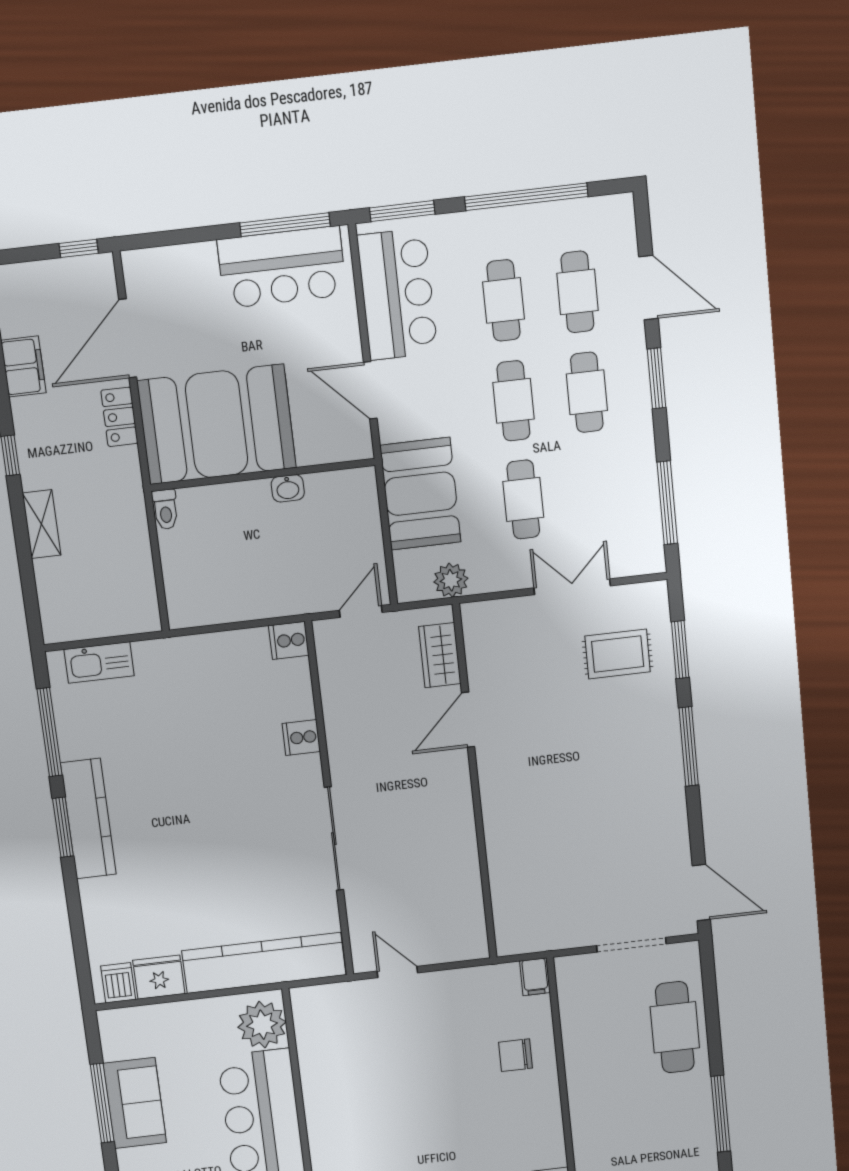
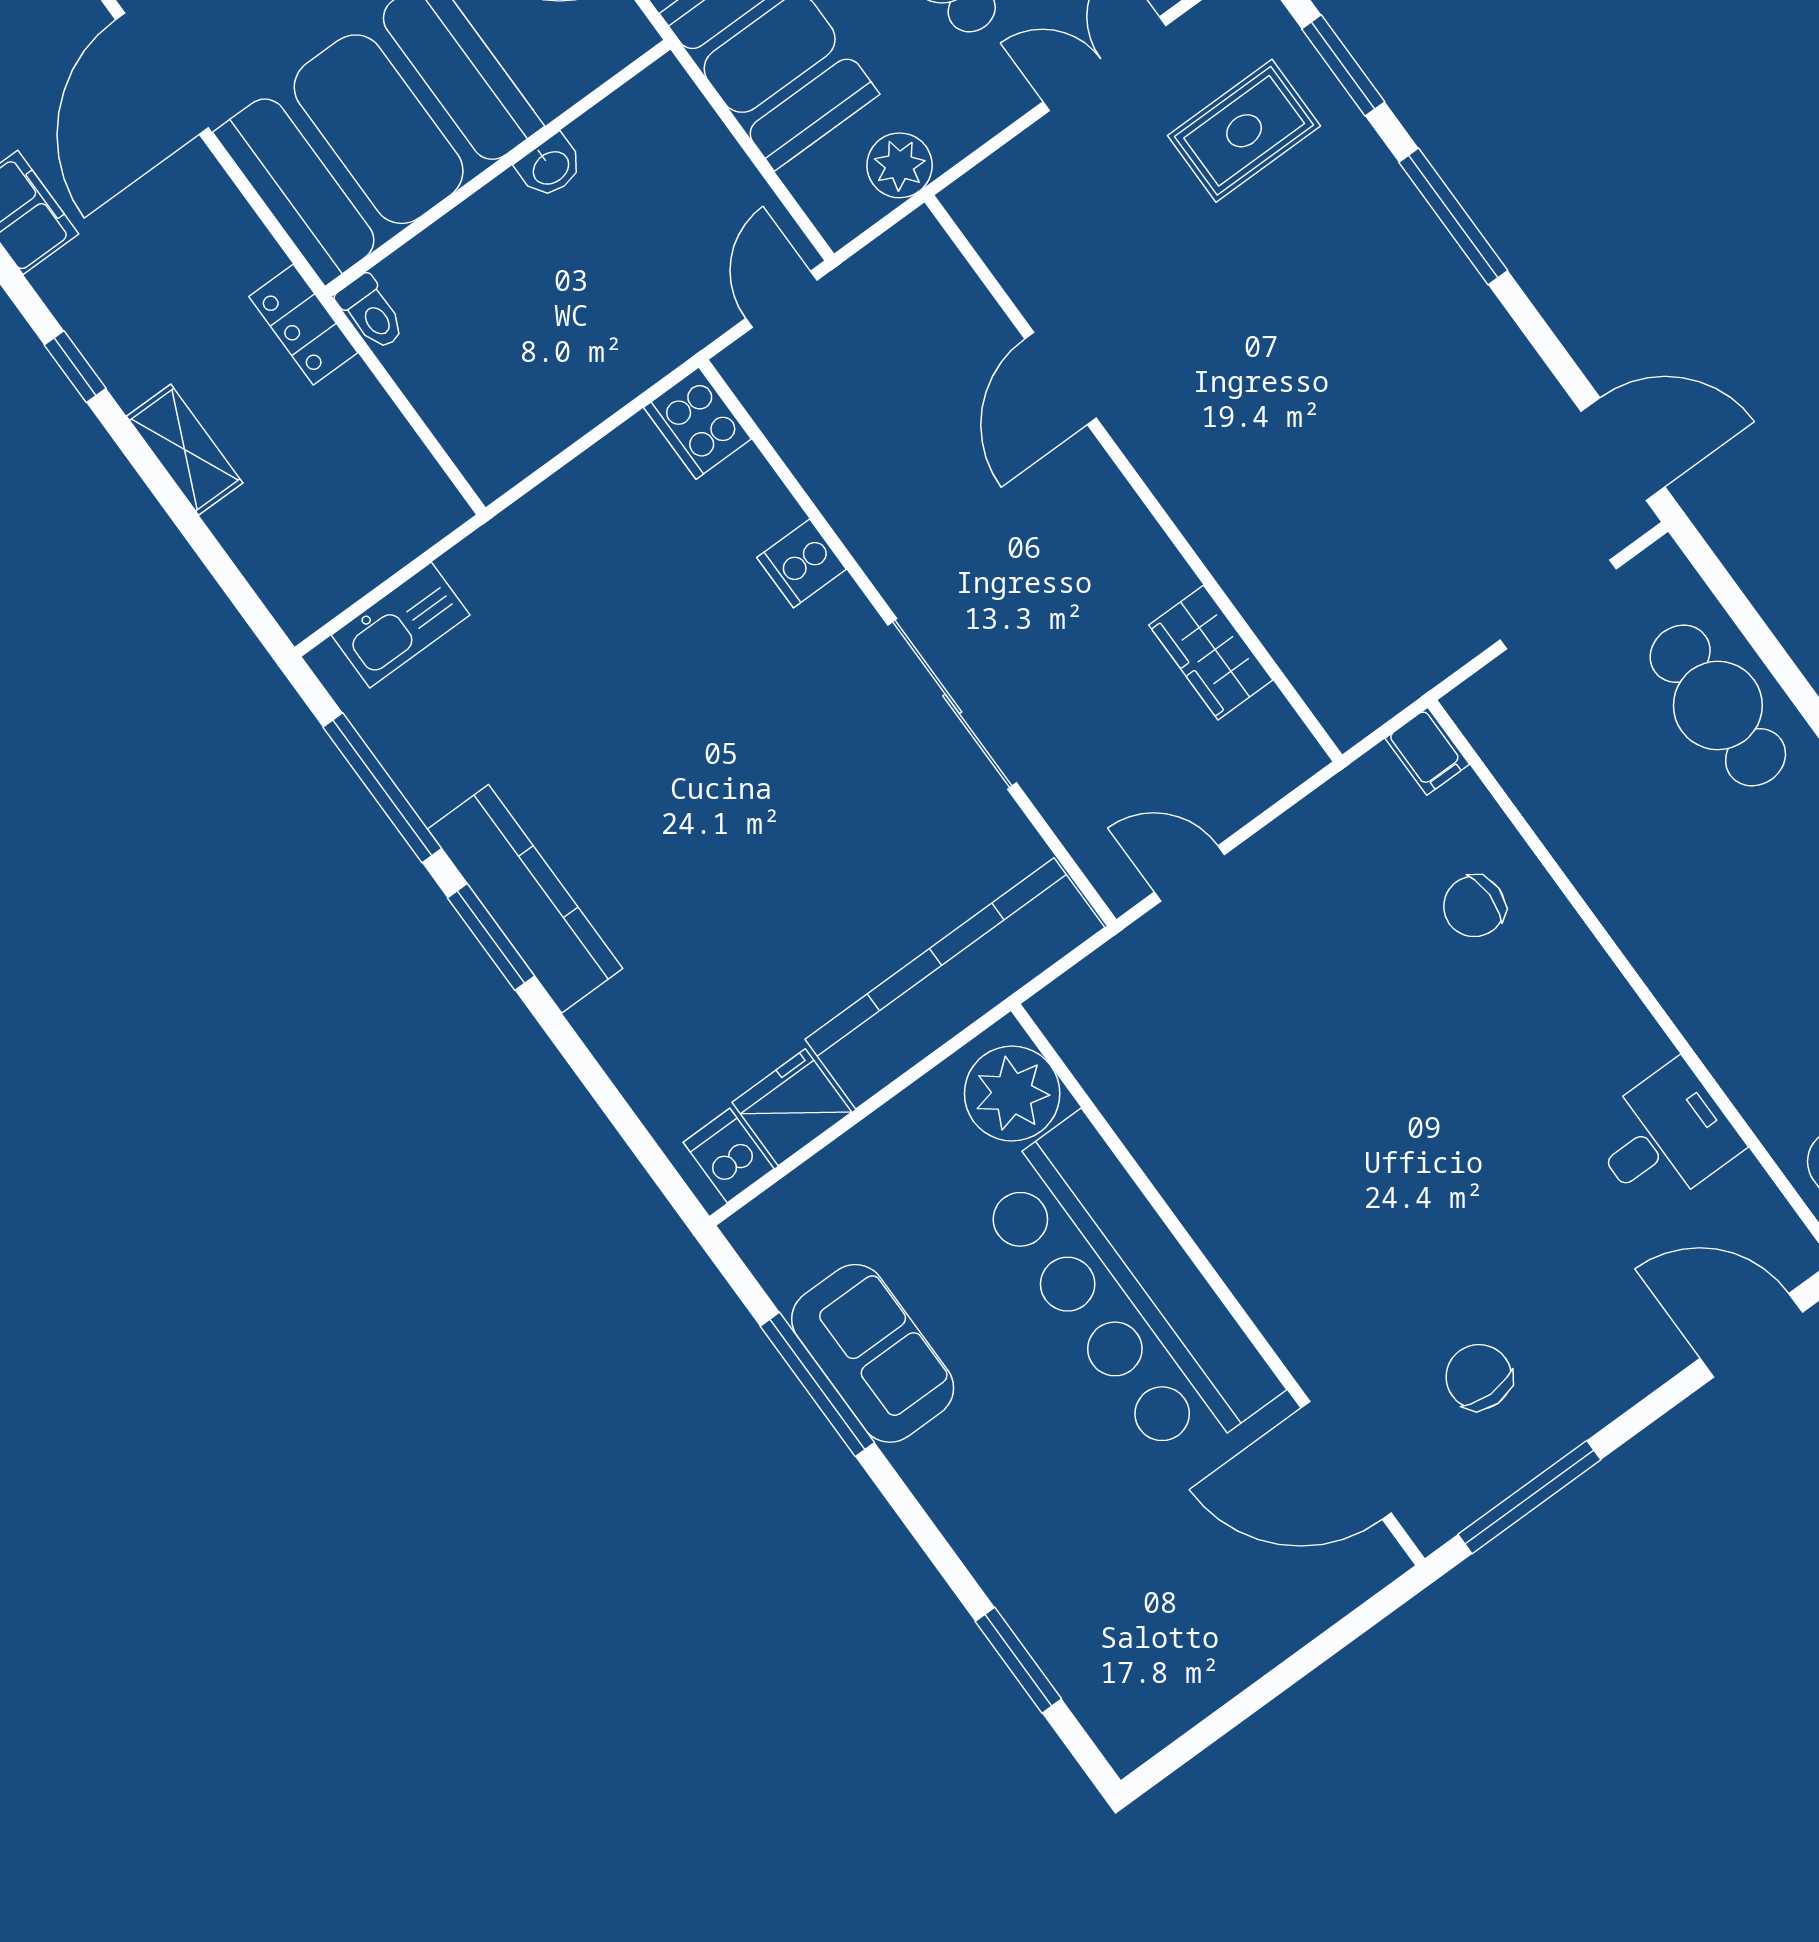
locker: (119, 417) -> (303, 325), moved
cooker: (289, 640) -> (697, 423), width x1.36
wardrobe: (440, 655) -> (1211, 653), moved

